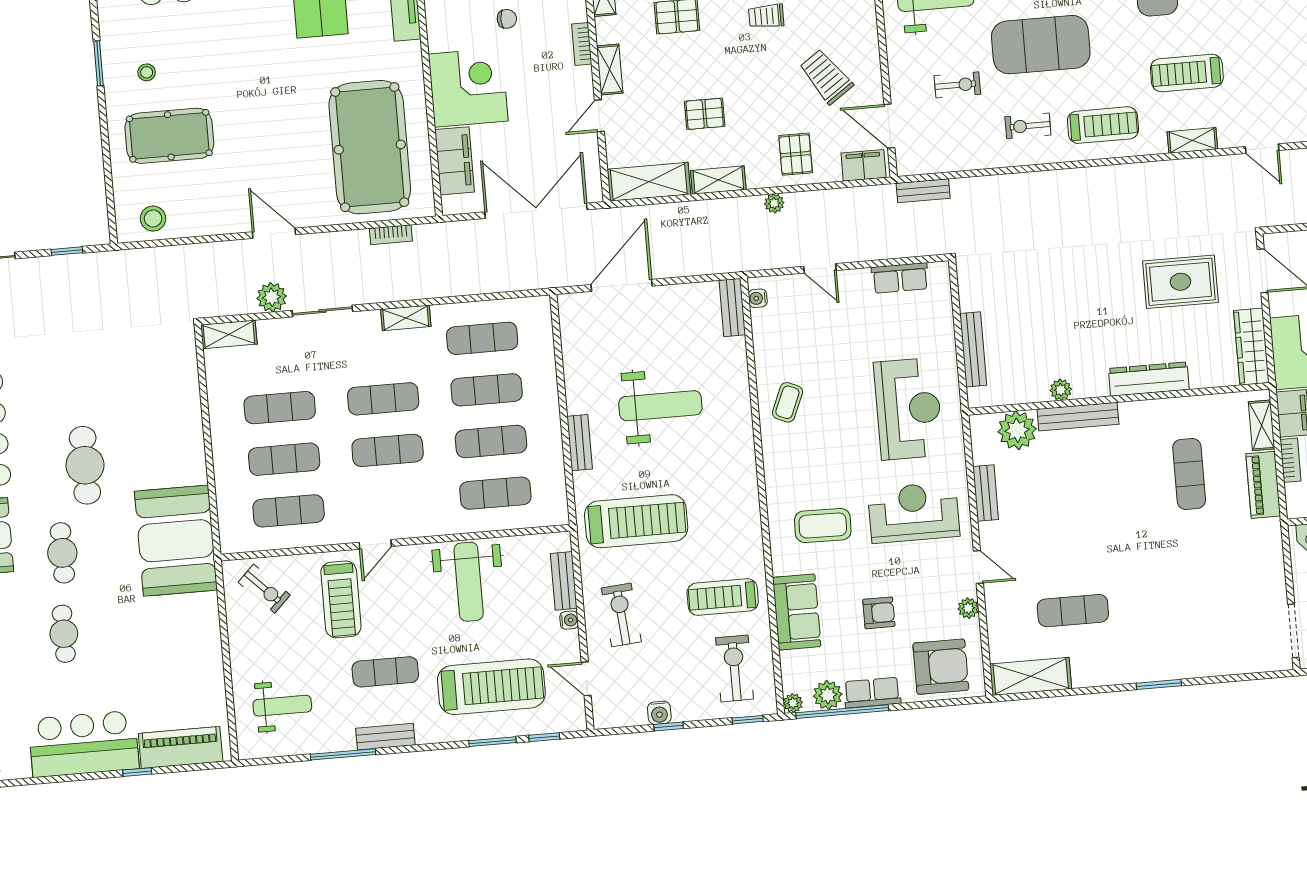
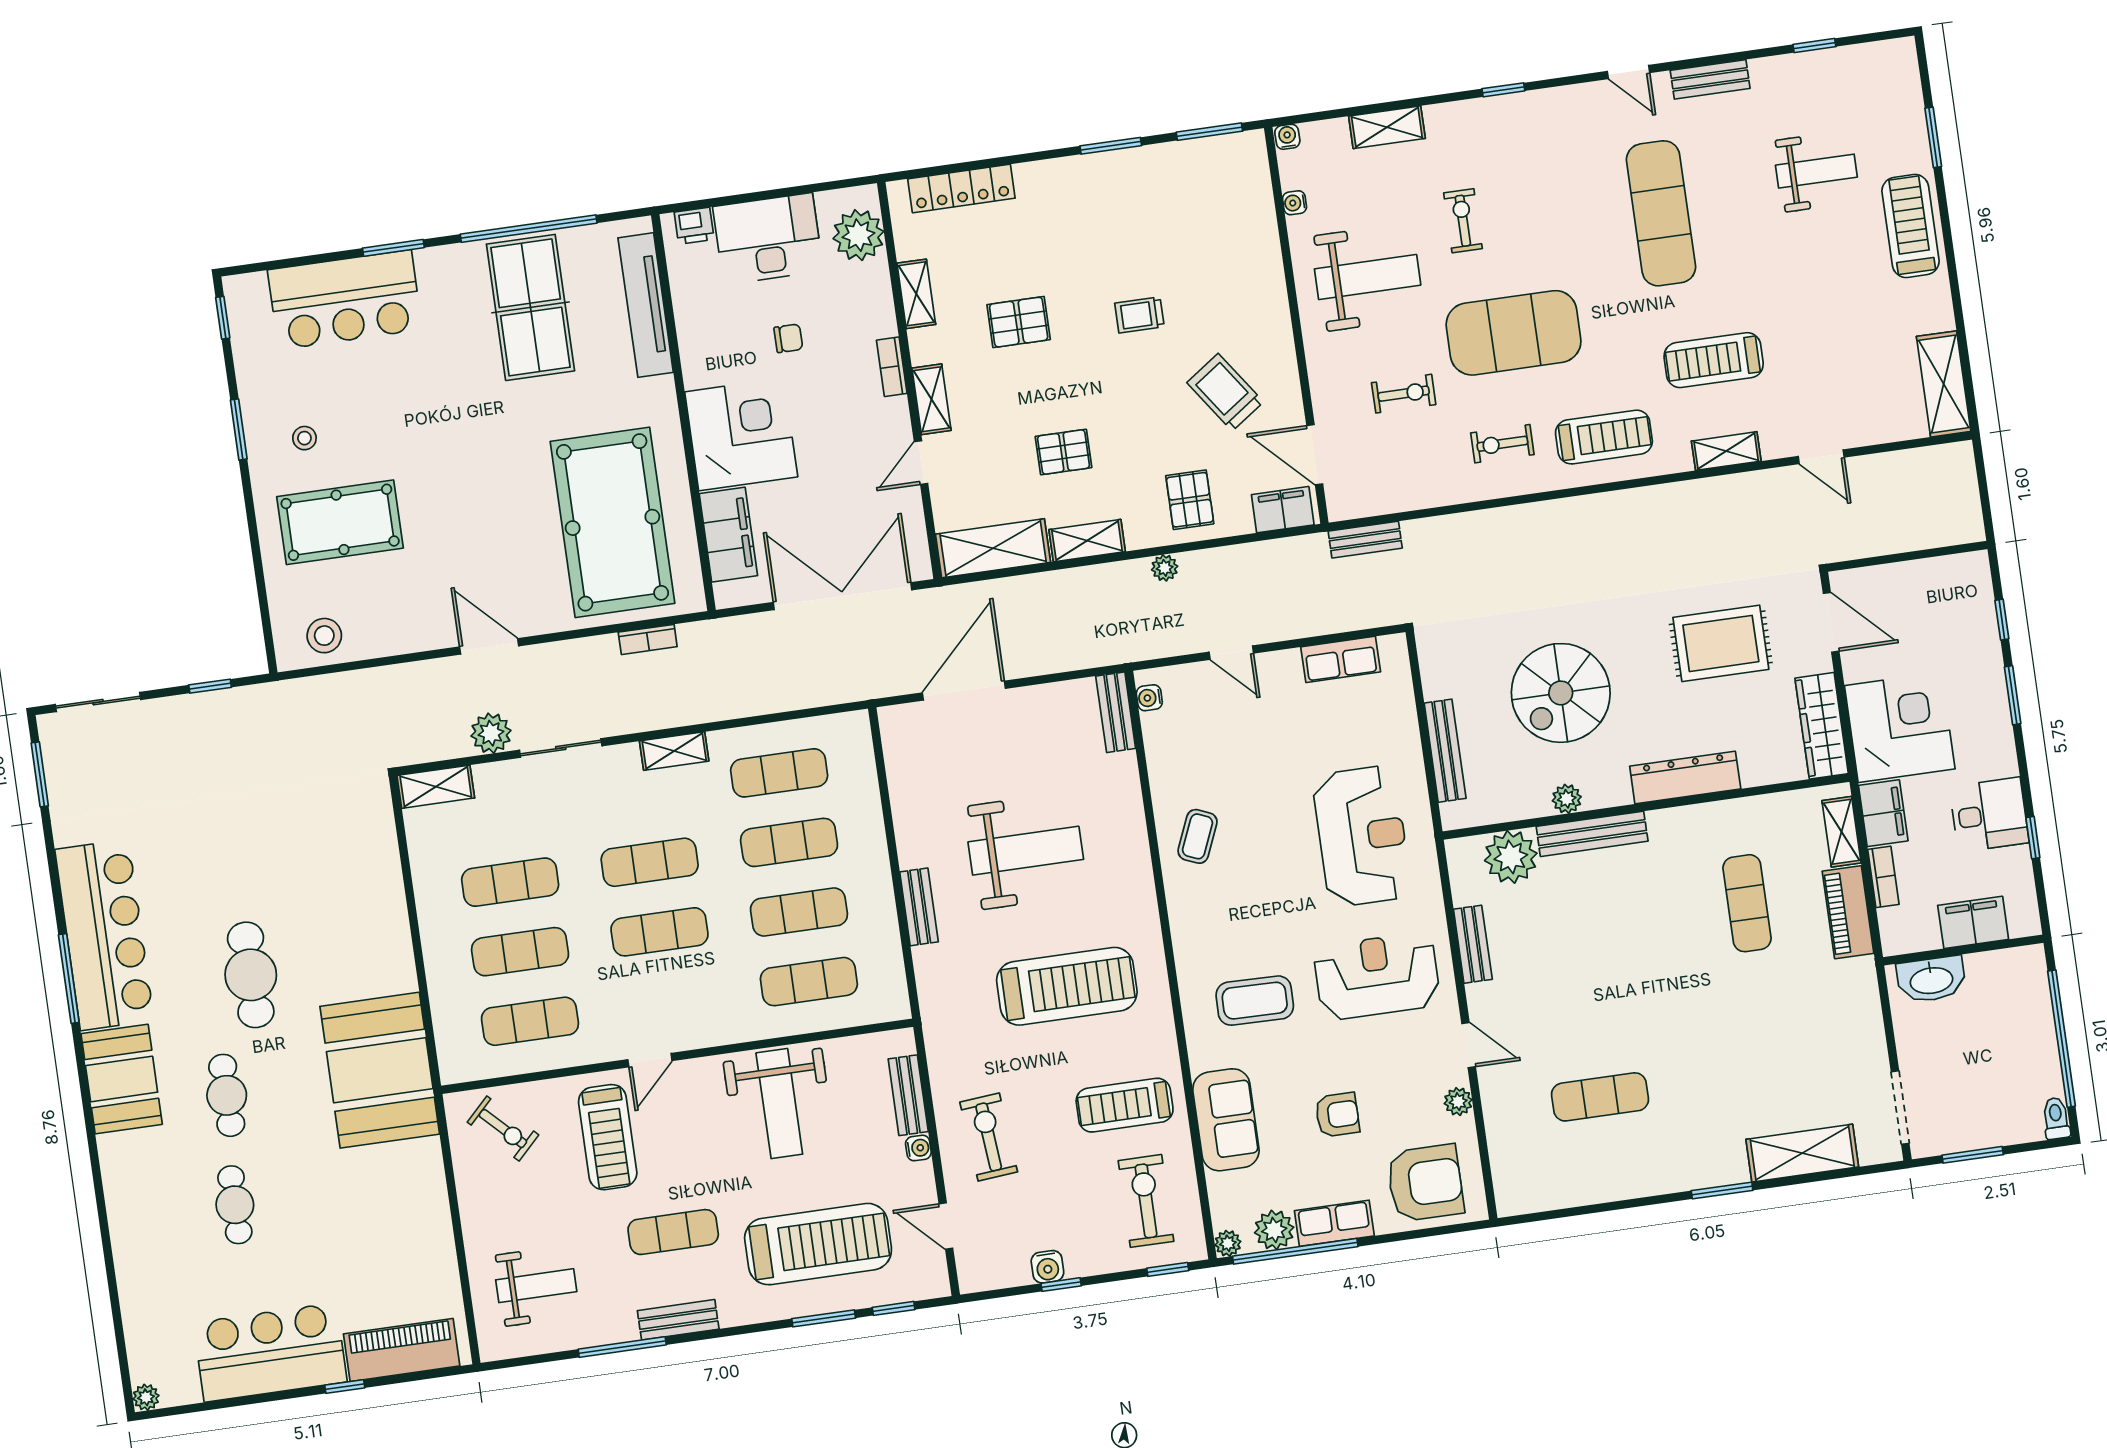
spiral stairs: (1061, 312) -> (1561, 693), added
treadmill: (636, 521) -> (1067, 986), moved
shelving: (1031, 676) -> (1802, 1153), moved

